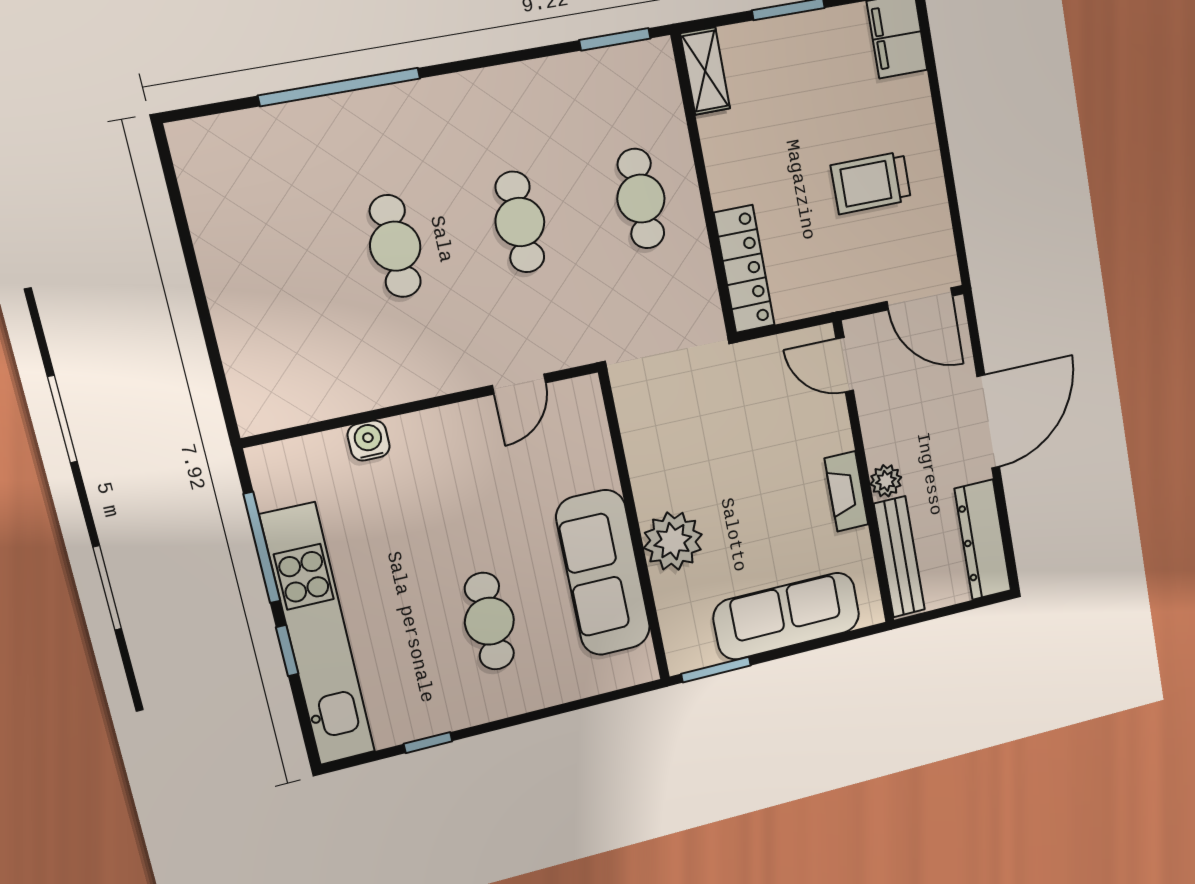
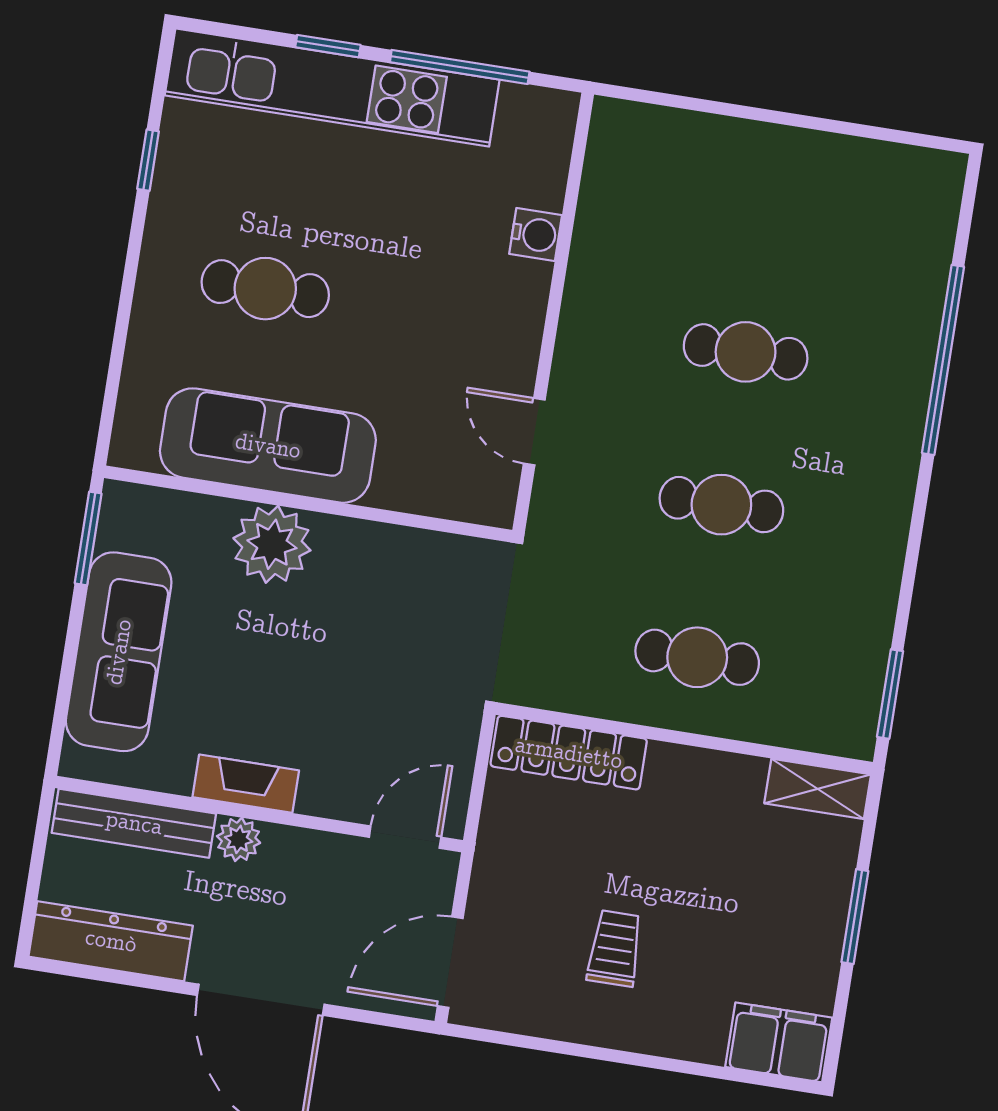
trolley: (871, 183) -> (615, 948), width x0.73, depth x0.72

